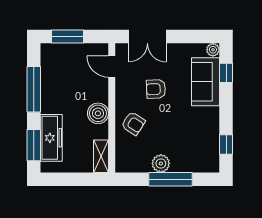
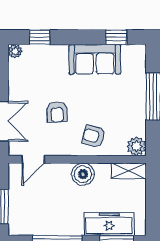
sofa: (205, 82) -> (95, 59), moved
armchair: (133, 123) -> (94, 136), turned -107
plant: (161, 163) -> (137, 146), moved

